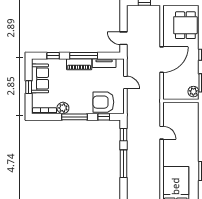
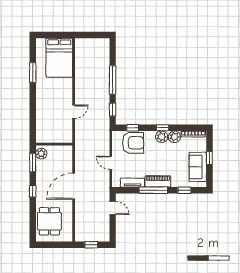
plant: (75, 108) -> (162, 137), added
window: (75, 117) -> (163, 128), width x0.46
door: (162, 133) -> (74, 112), swing flipped

